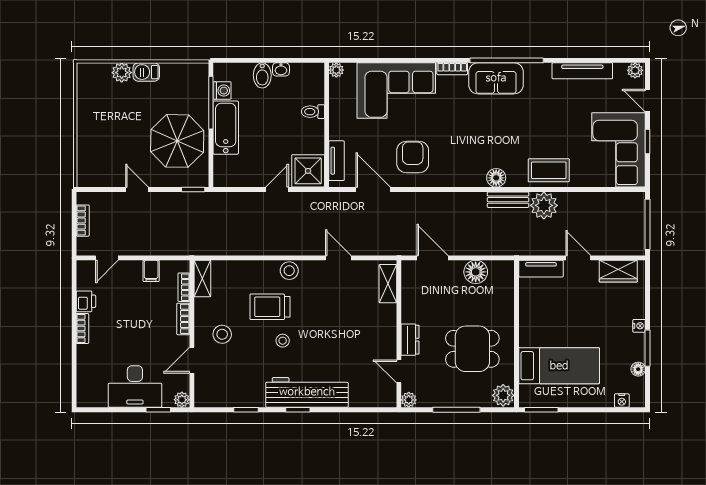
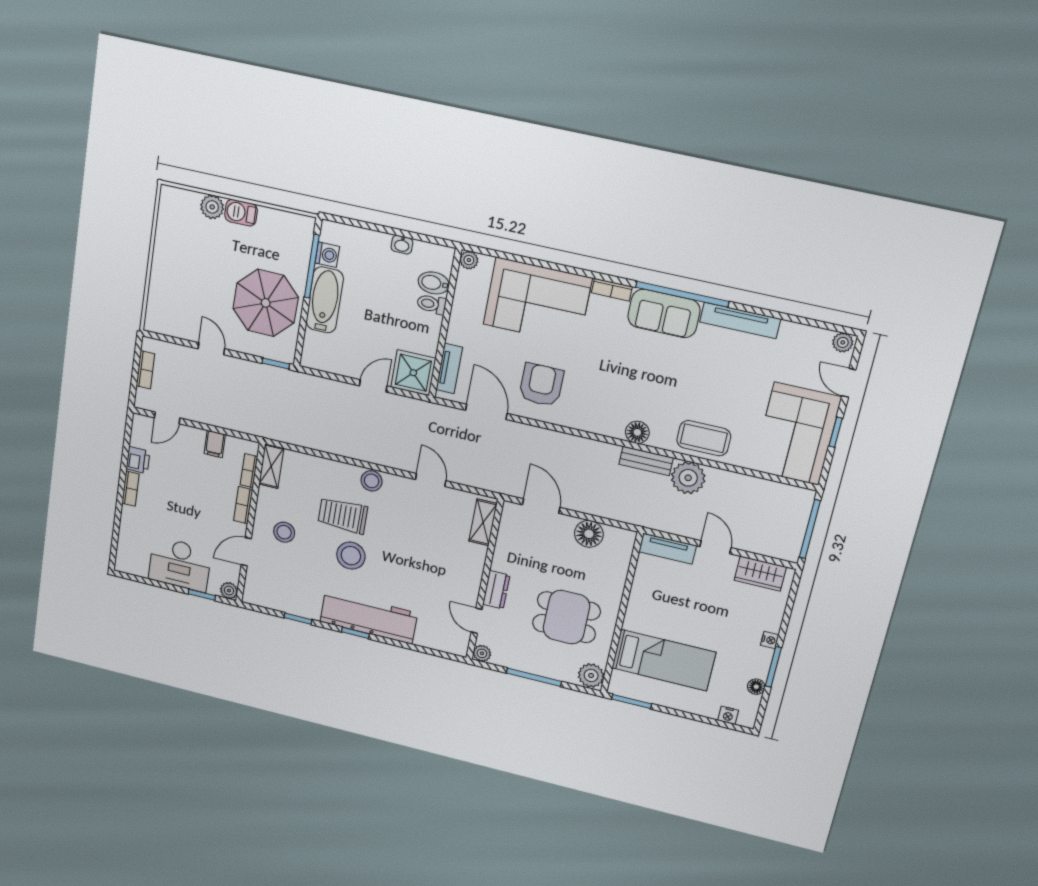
tv unit: (582, 71) -> (740, 320), moved
bidet: (262, 75) -> (434, 283), moved, turned 90
stool: (283, 341) -> (351, 556), width x1.89, depth x1.89

